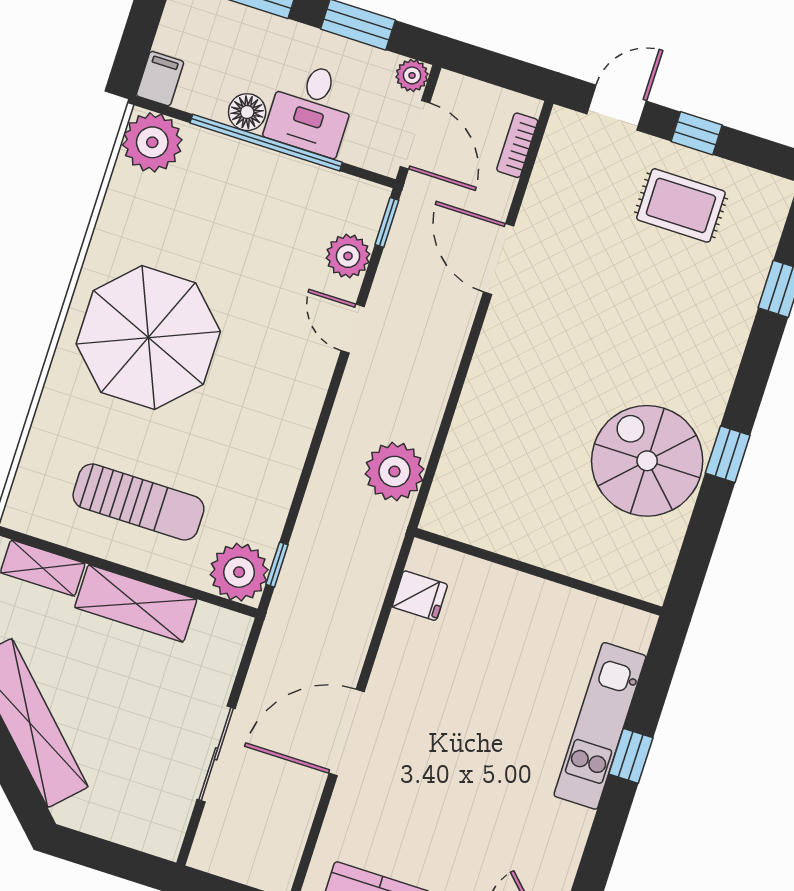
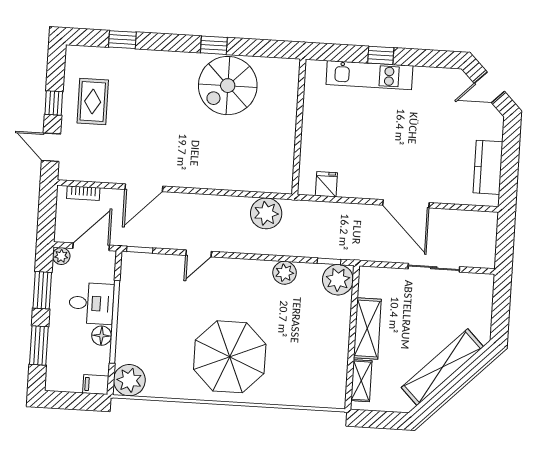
plant: (348, 256) -> (285, 273), moved
sun lounger: (138, 502) -> (315, 340), removed

